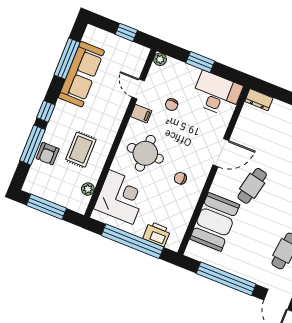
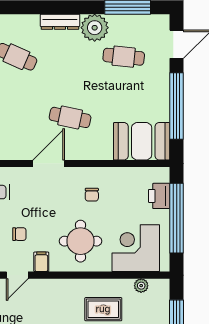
door: (221, 153) -> (49, 164), hinge flipped
booth: (215, 222) -> (142, 141), moved

